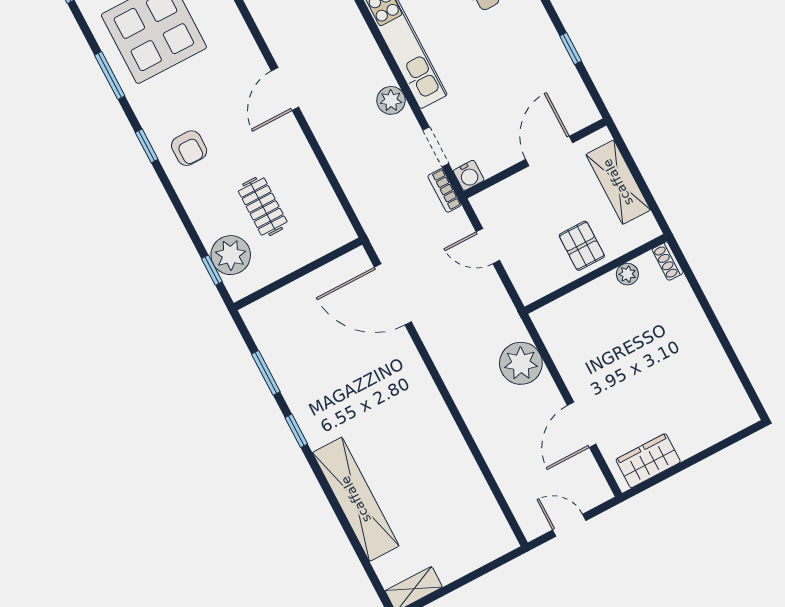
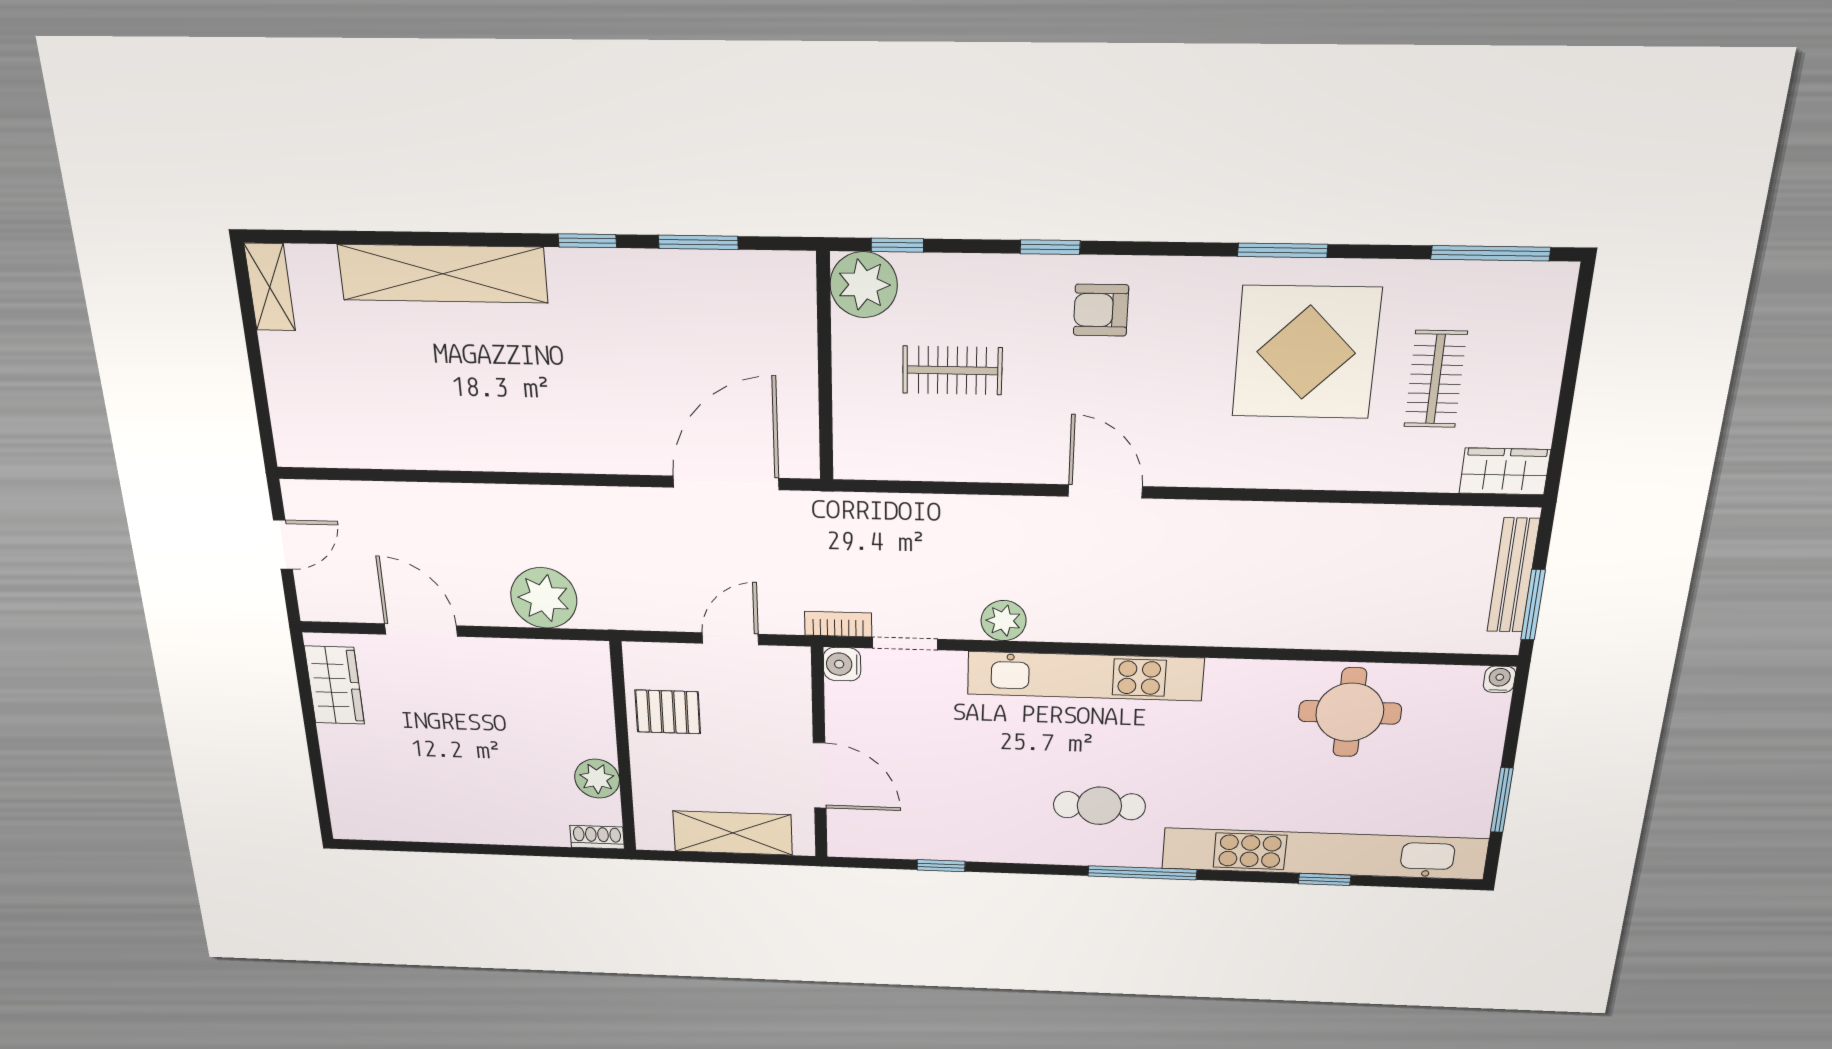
window: (147, 146) -> (1050, 247), moved
pallet: (582, 246) -> (668, 712), moved
plant: (231, 255) -> (864, 285), moved
plant: (627, 274) -> (597, 779), width x1.38, depth x1.38

